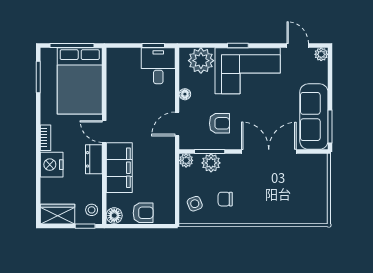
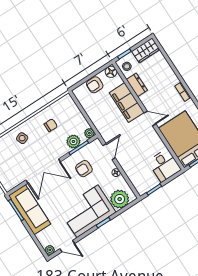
desk: (158, 66) -> (164, 165), moved
dresser: (94, 159) -> (137, 85), moved
nightstand: (52, 165) -> (169, 78), removed
side table: (195, 204) -> (22, 138), moved

